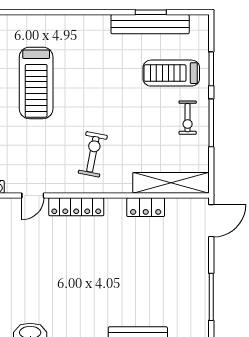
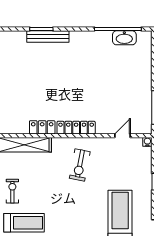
locker: (76, 207) -> (76, 128), moved

